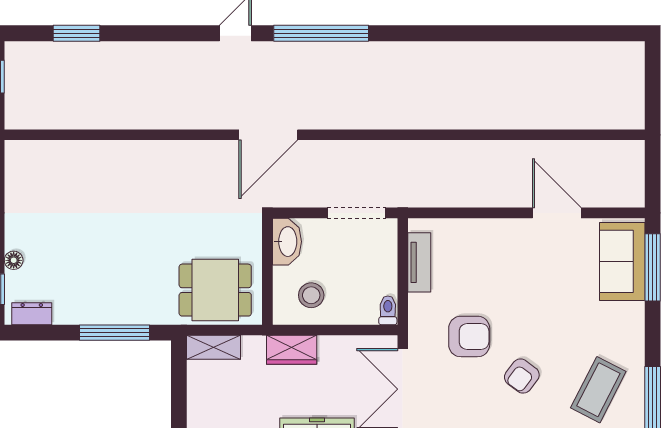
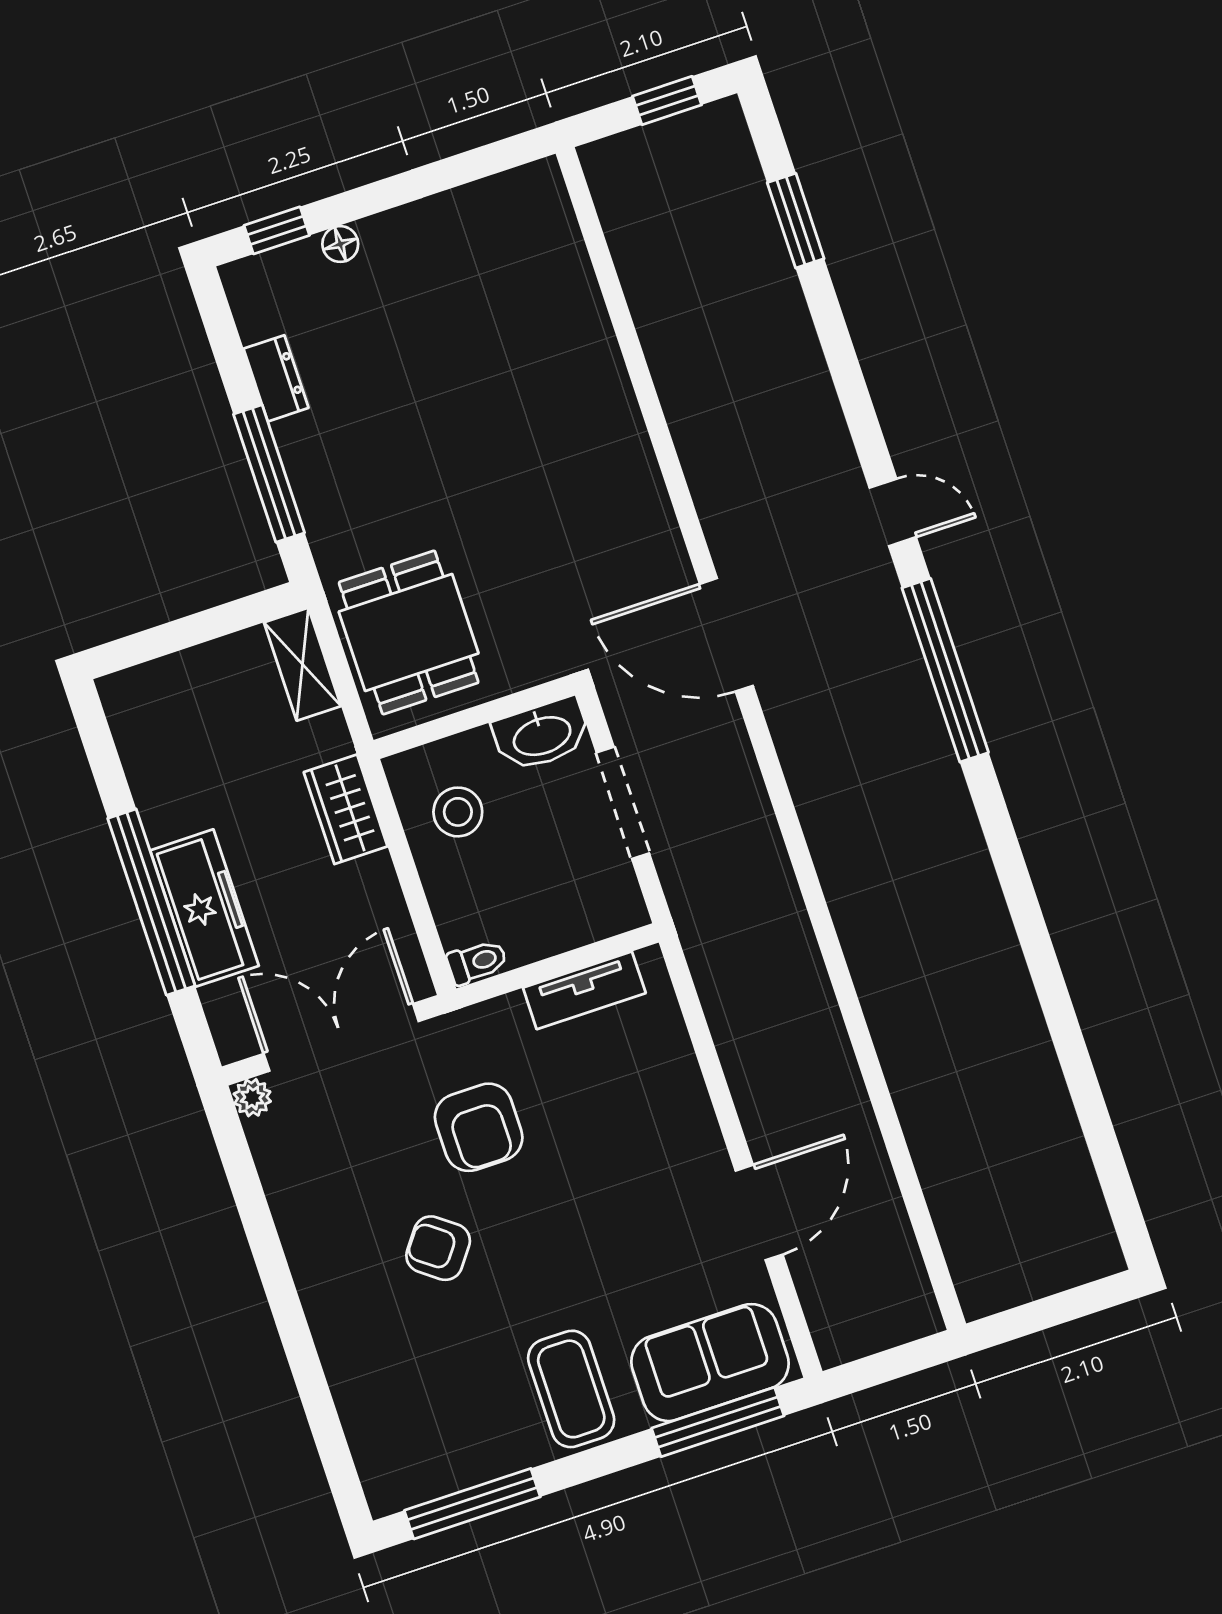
doorway: (356, 213) -> (623, 803), moved
dresser: (32, 314) -> (276, 378), moved
coffee table: (598, 390) -> (571, 1389), moved, turned 63

